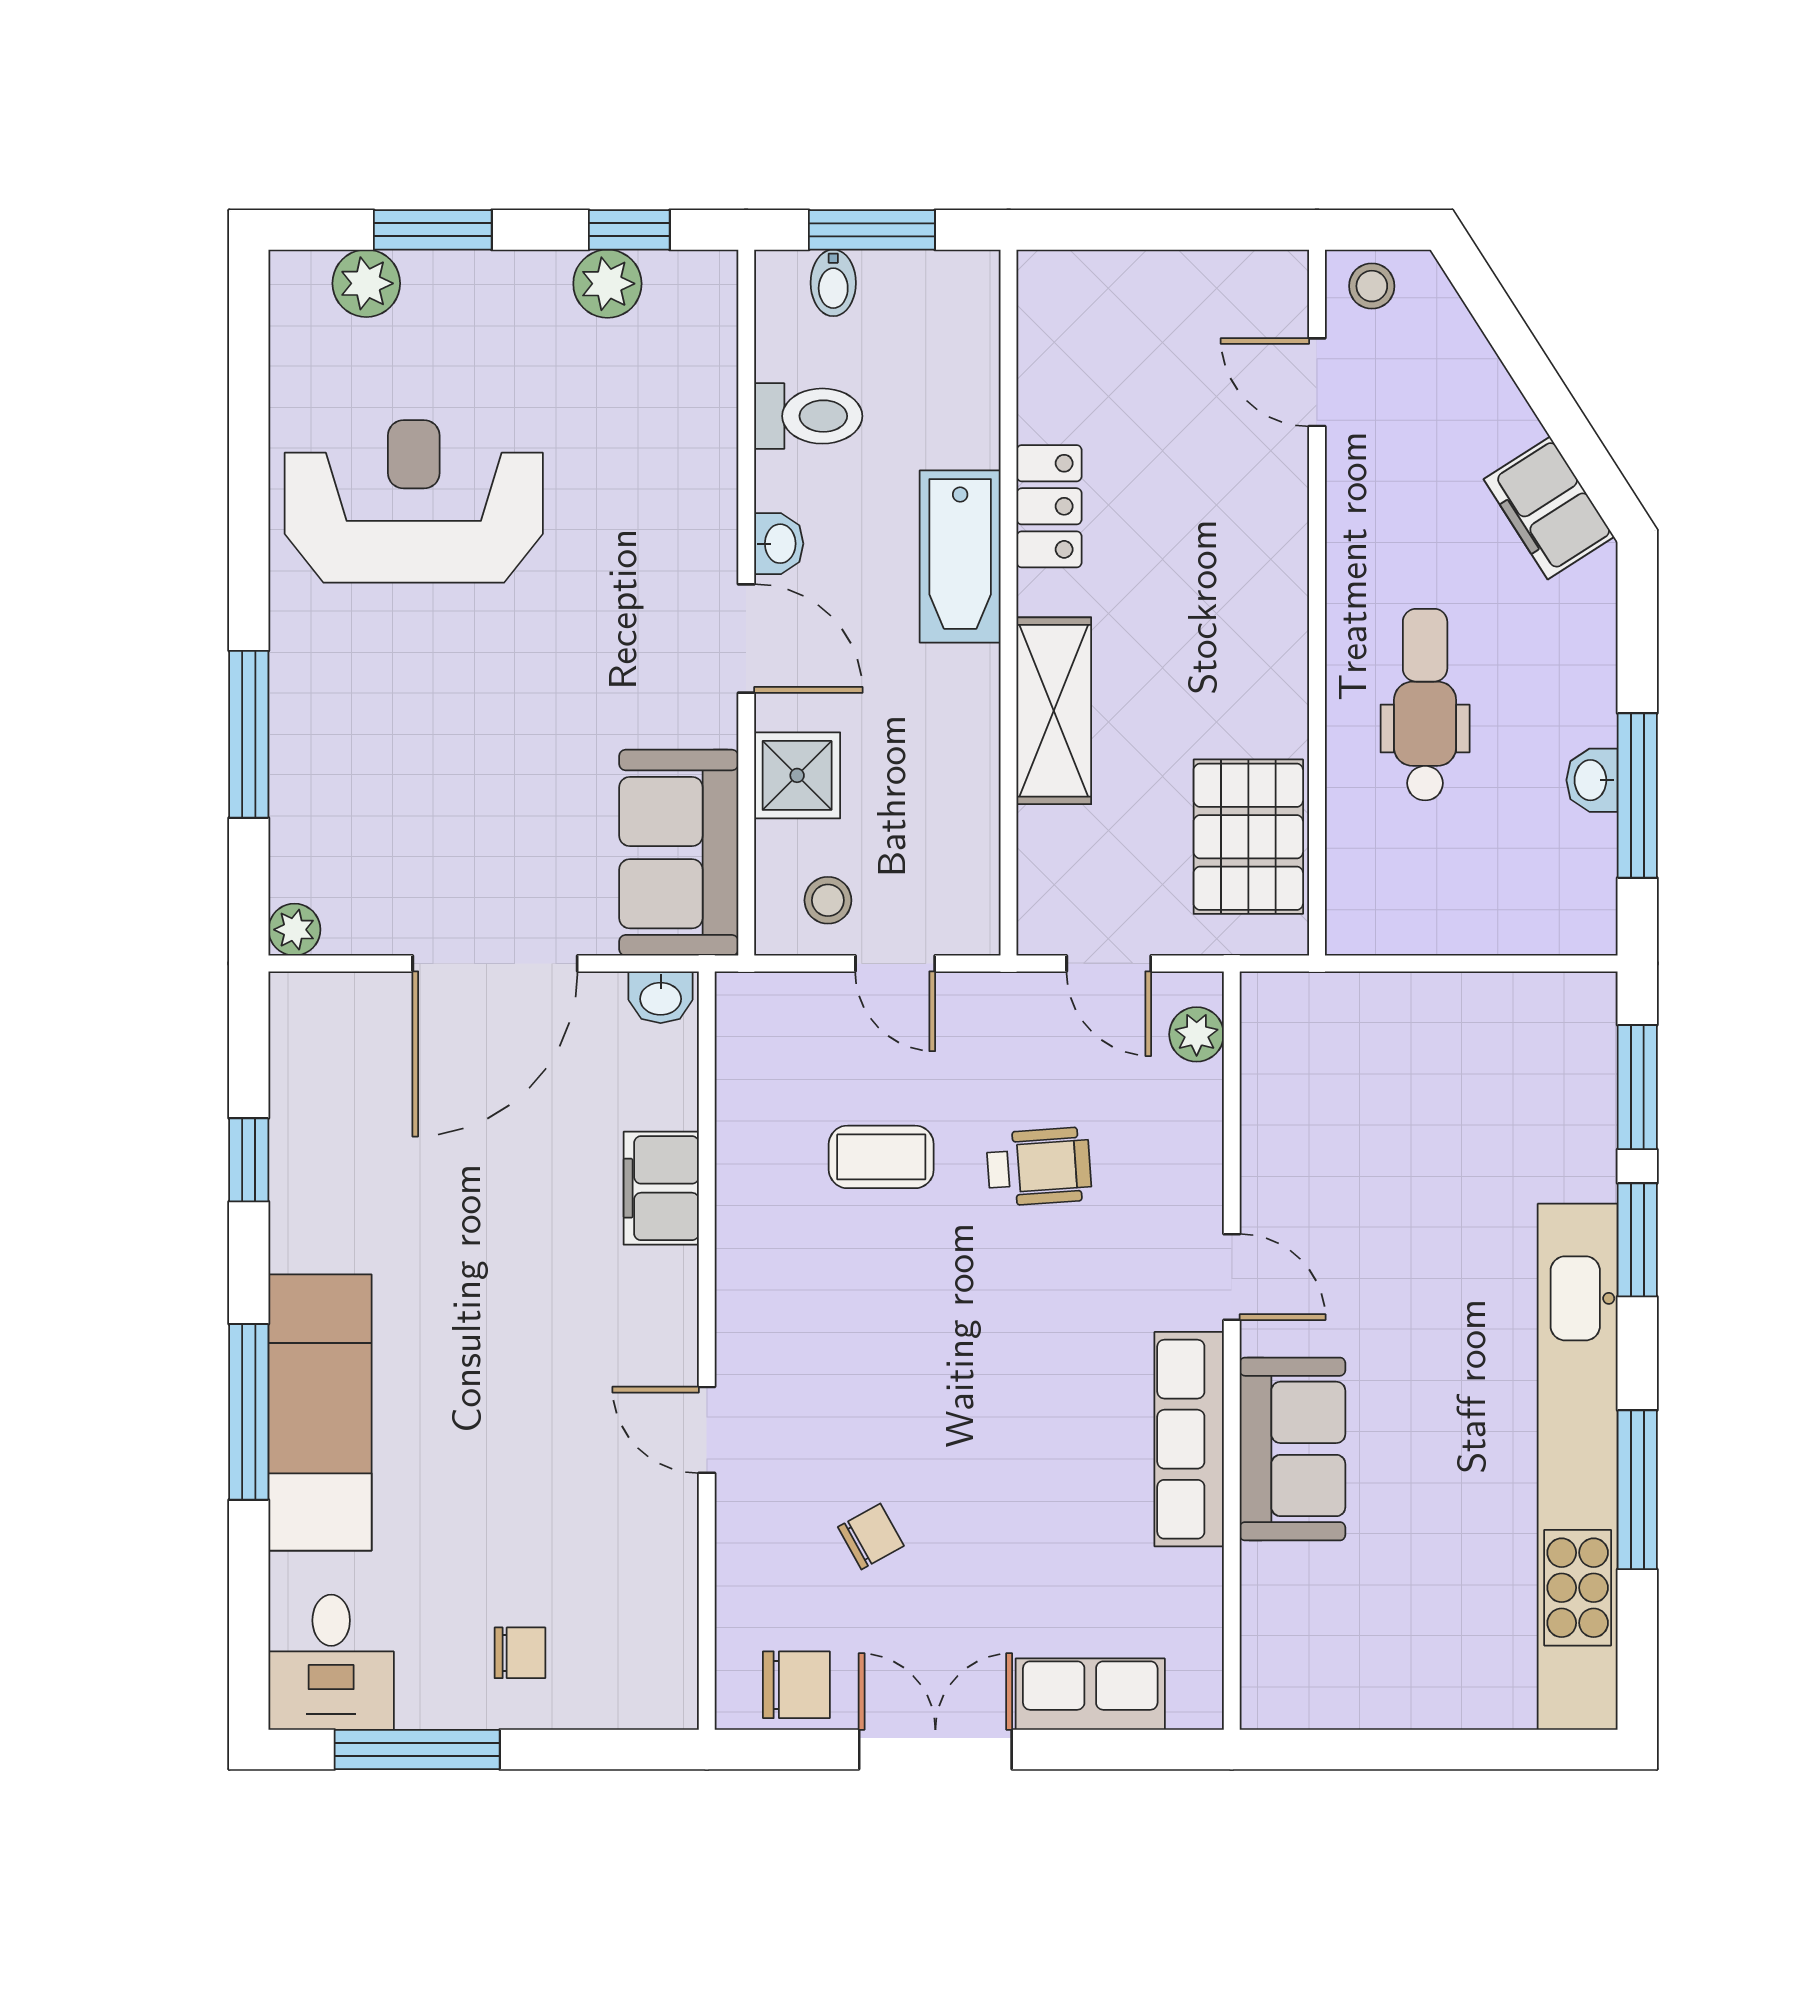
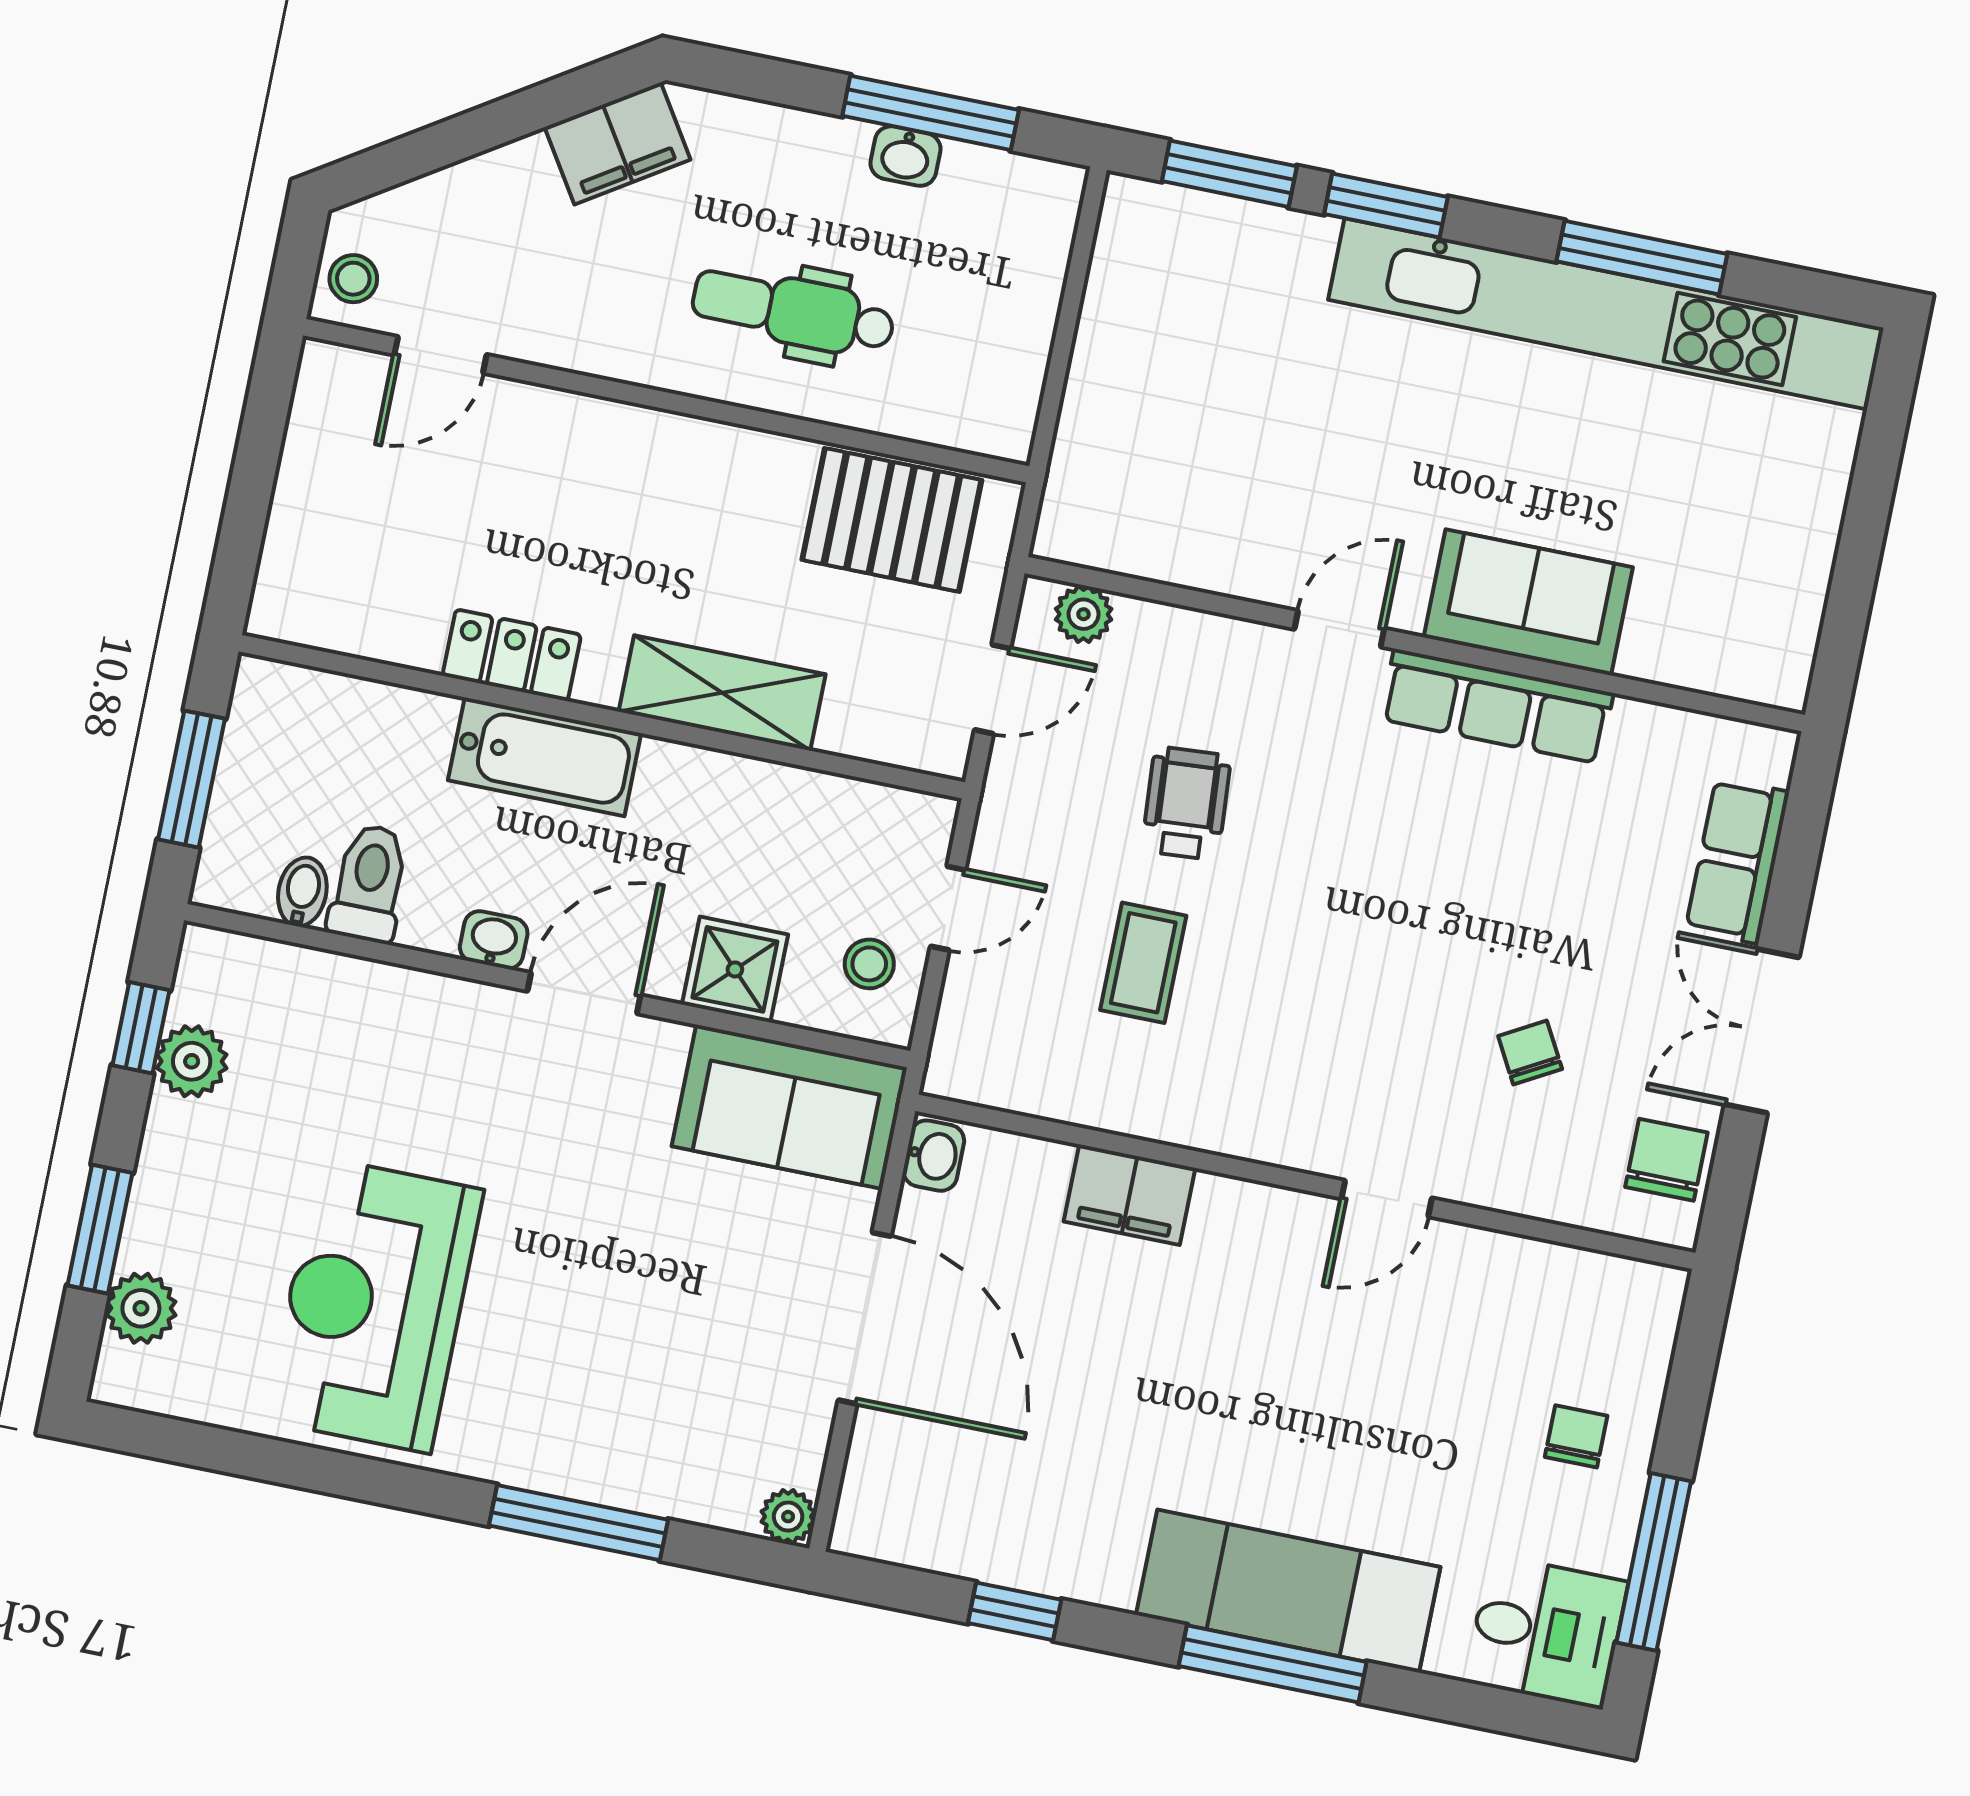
bidet: (833, 283) -> (302, 892), moved, turned -90

